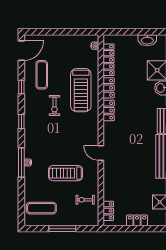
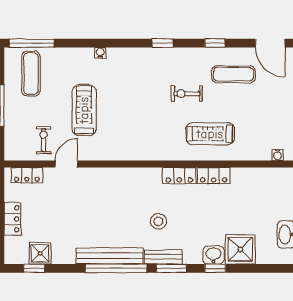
locker: (109, 60) -> (256, 176), removed
treadmill: (81, 90) -> (210, 134), width x0.73, depth x0.73
stool: (139, 124) -> (158, 221), added
door: (101, 153) -> (66, 164), moved
window: (21, 163) -> (32, 43), moved

